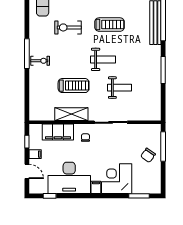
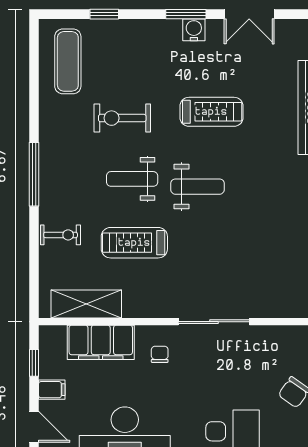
exercise bike: (40, 61) -> (61, 235), moved
treadmill: (74, 86) -> (134, 243), turned 180
weight bench: (120, 88) -> (132, 179), moved, turned 180
shelving: (71, 114) -> (86, 304), moved

